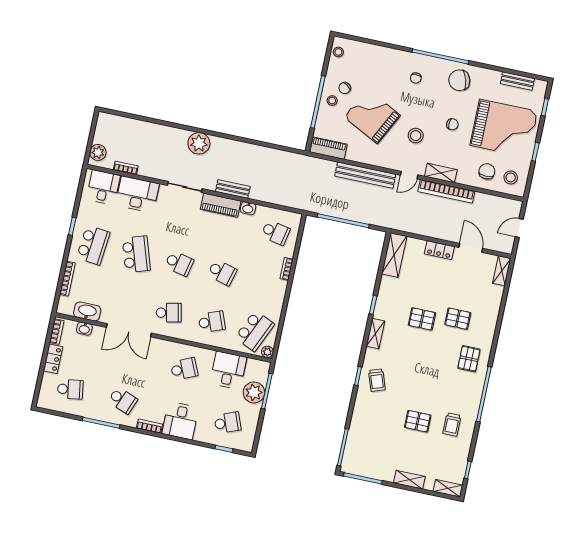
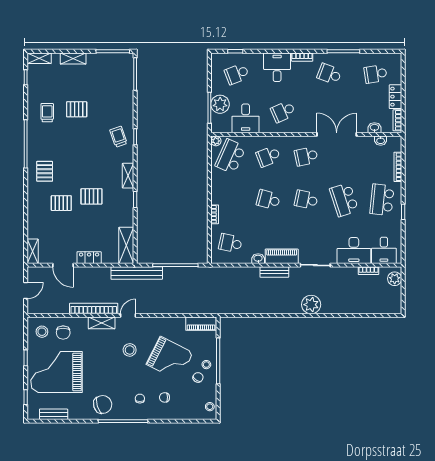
chair: (452, 124) -> (165, 397), moved
bench: (365, 175) -> (137, 273), moved
washbasin: (87, 311) -> (381, 141), width x0.52, depth x0.69

